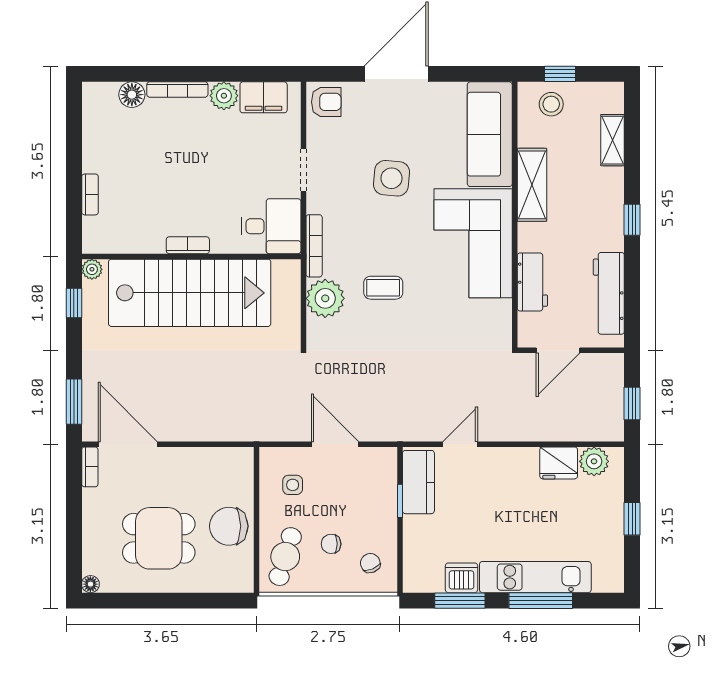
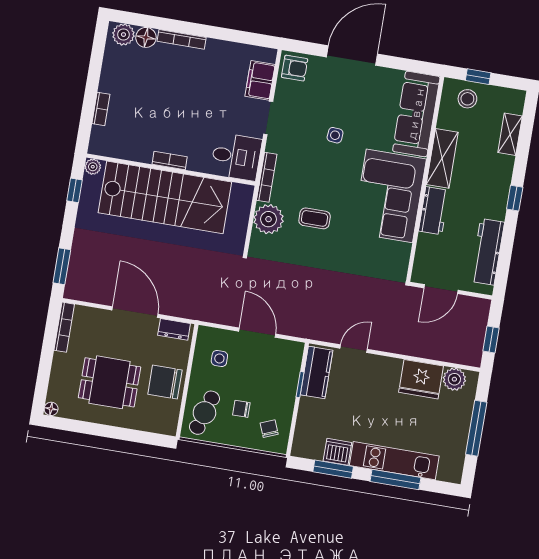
plant: (224, 96) -> (123, 35), moved
filing cabinet: (264, 97) -> (260, 80), moved, turned 90
side table: (392, 178) -> (335, 135), width x0.54, depth x0.54
workbench: (532, 282) -> (434, 211), moved
door: (128, 444) -> (135, 312), moved
dresser: (229, 458) -> (174, 329), added
fridge: (559, 463) -> (421, 379), width x1.36, depth x1.34
bookcase: (90, 467) -> (64, 327), width x1.56
window: (632, 519) -> (476, 428), width x2.17

